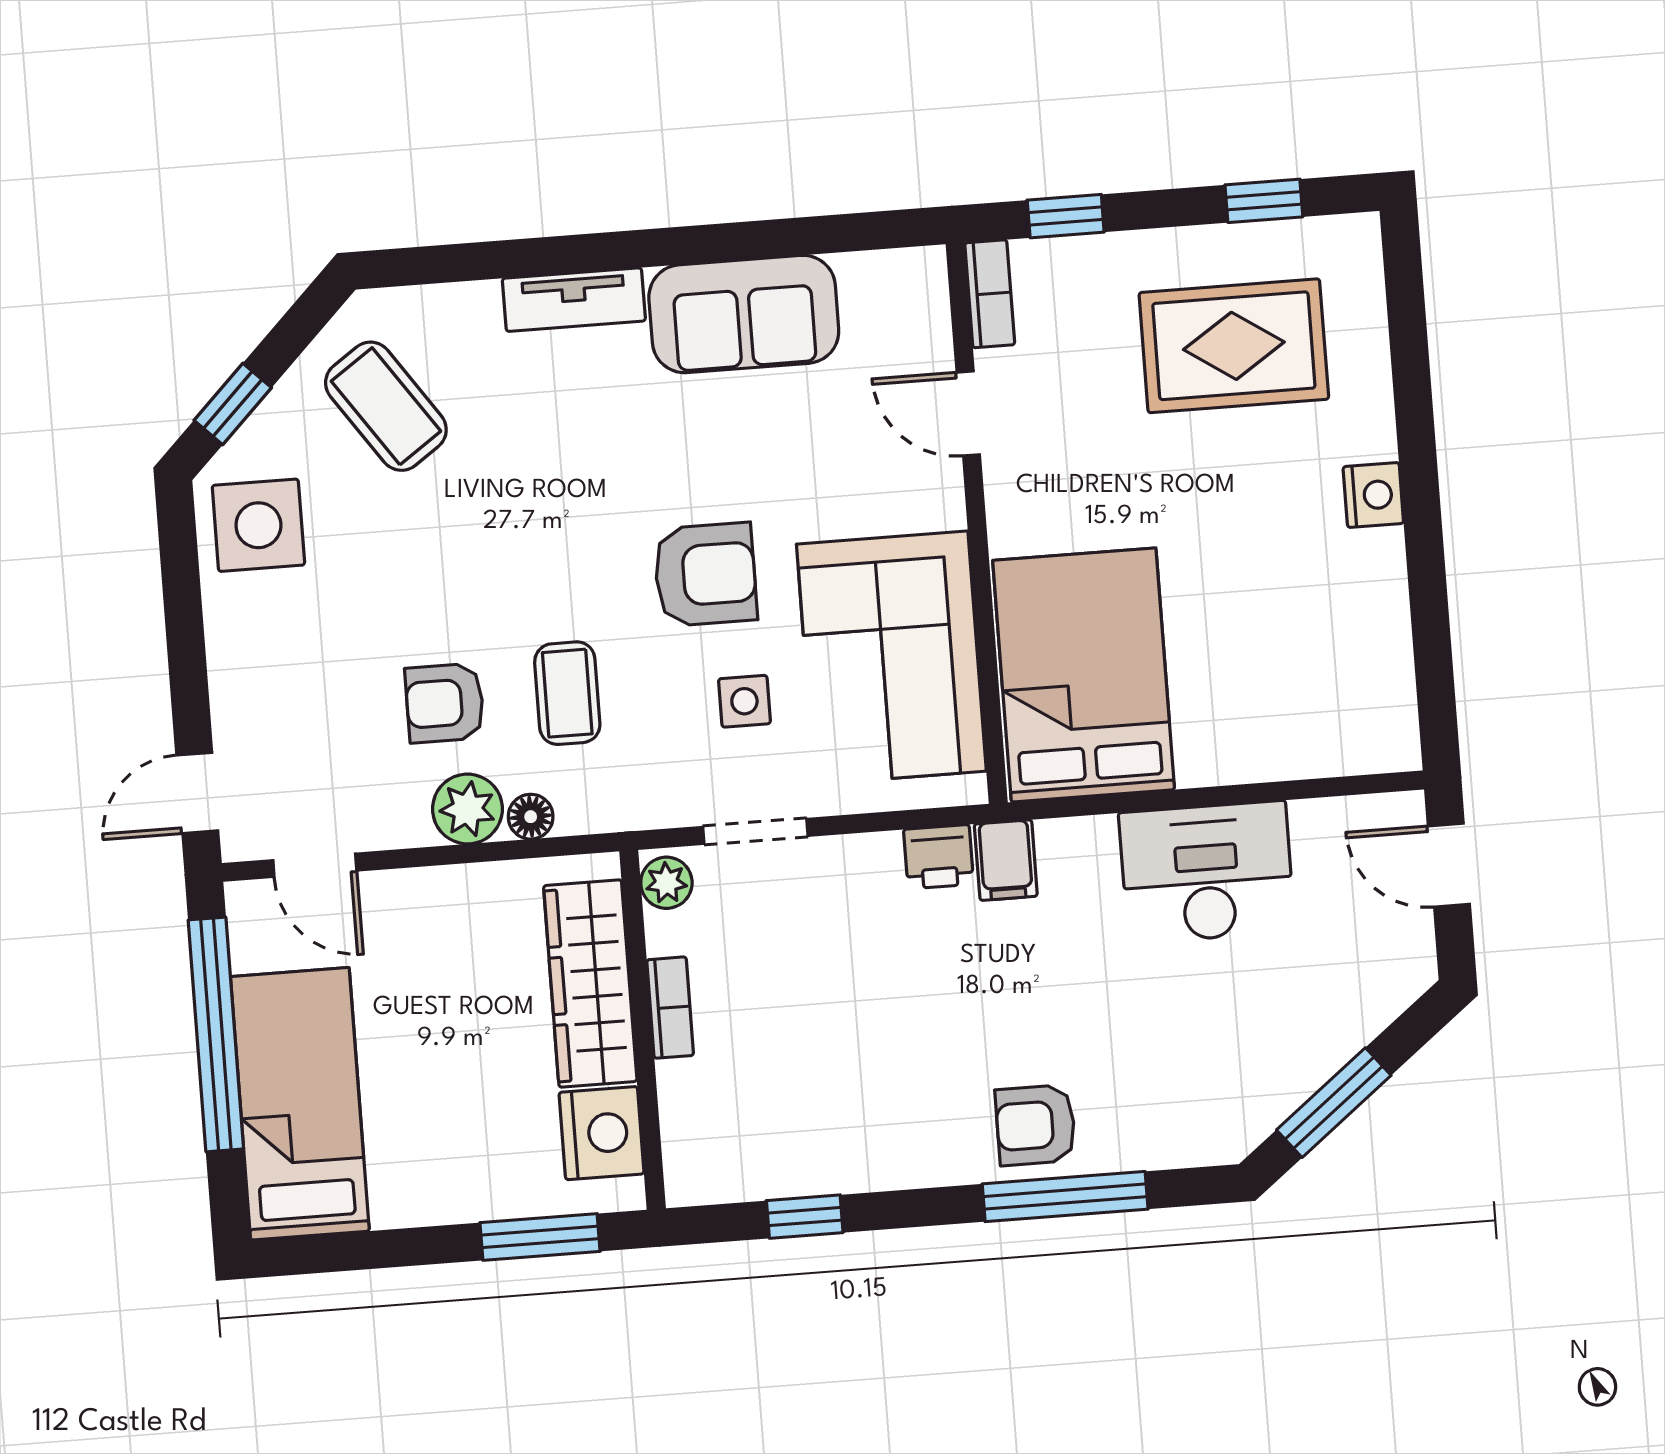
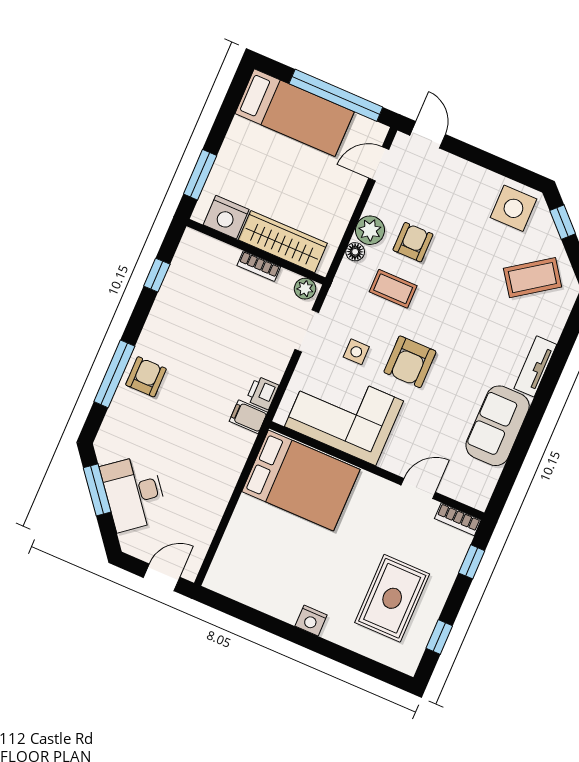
desk: (1207, 872) -> (134, 493), moved, turned 142

